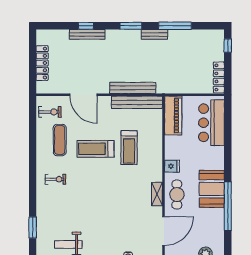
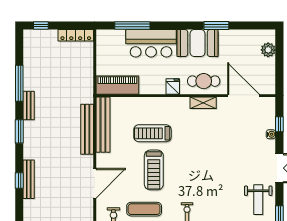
bar counter: (211, 123) -> (151, 43), moved
window: (228, 129) -> (132, 25), added
treadmill: (129, 148) -> (152, 133), turned 180
window: (228, 206) -> (216, 25), width x0.47

